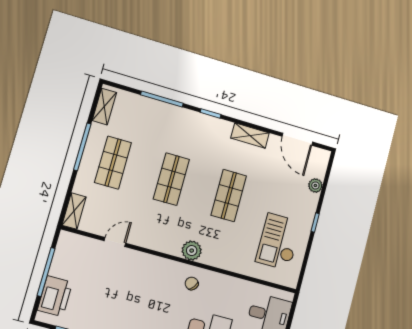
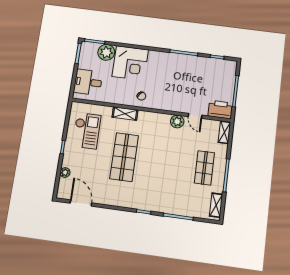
shelving: (250, 136) -> (125, 114), moved
shop shelf: (171, 179) -> (164, 162), removed
shop shelf: (229, 195) -> (124, 157), width x1.43, depth x1.36
door: (115, 242) -> (195, 116), hinge flipped
plant: (192, 251) -> (177, 121), moved
printer: (55, 296) -> (220, 110), moved, turned 90

